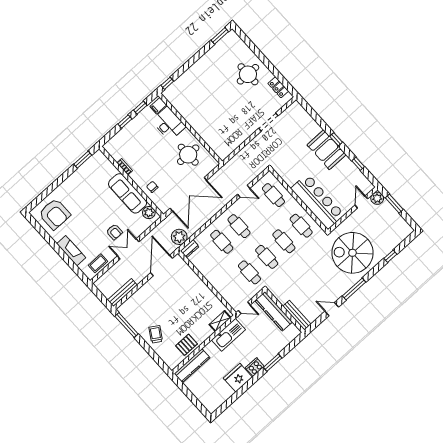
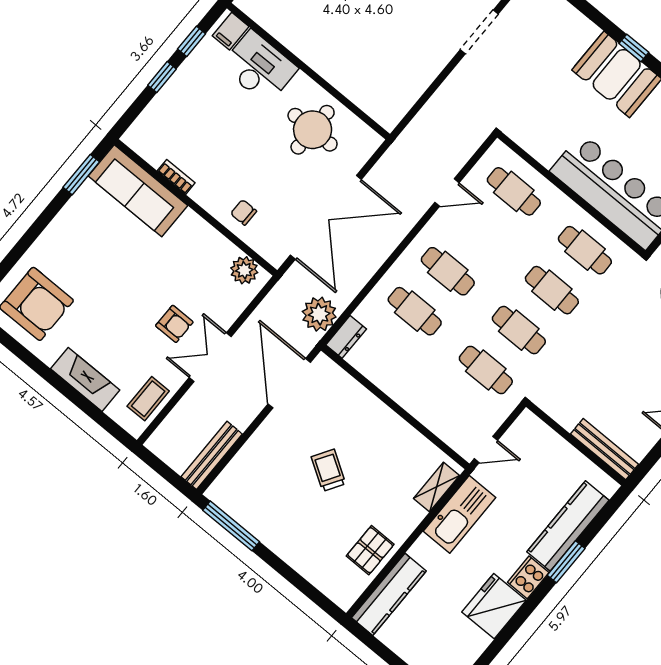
sofa: (128, 193) -> (138, 191), moved
kitchen counter: (274, 311) -> (568, 526), moved, turned 90
trolley: (156, 334) -> (328, 470), moved

